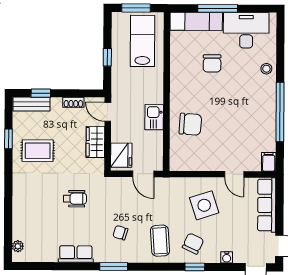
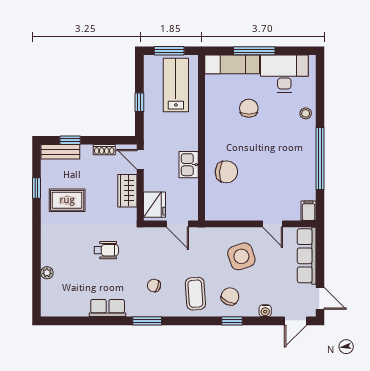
chair: (212, 63) -> (249, 108), turned 180
plant: (18, 246) -> (47, 273), moved

